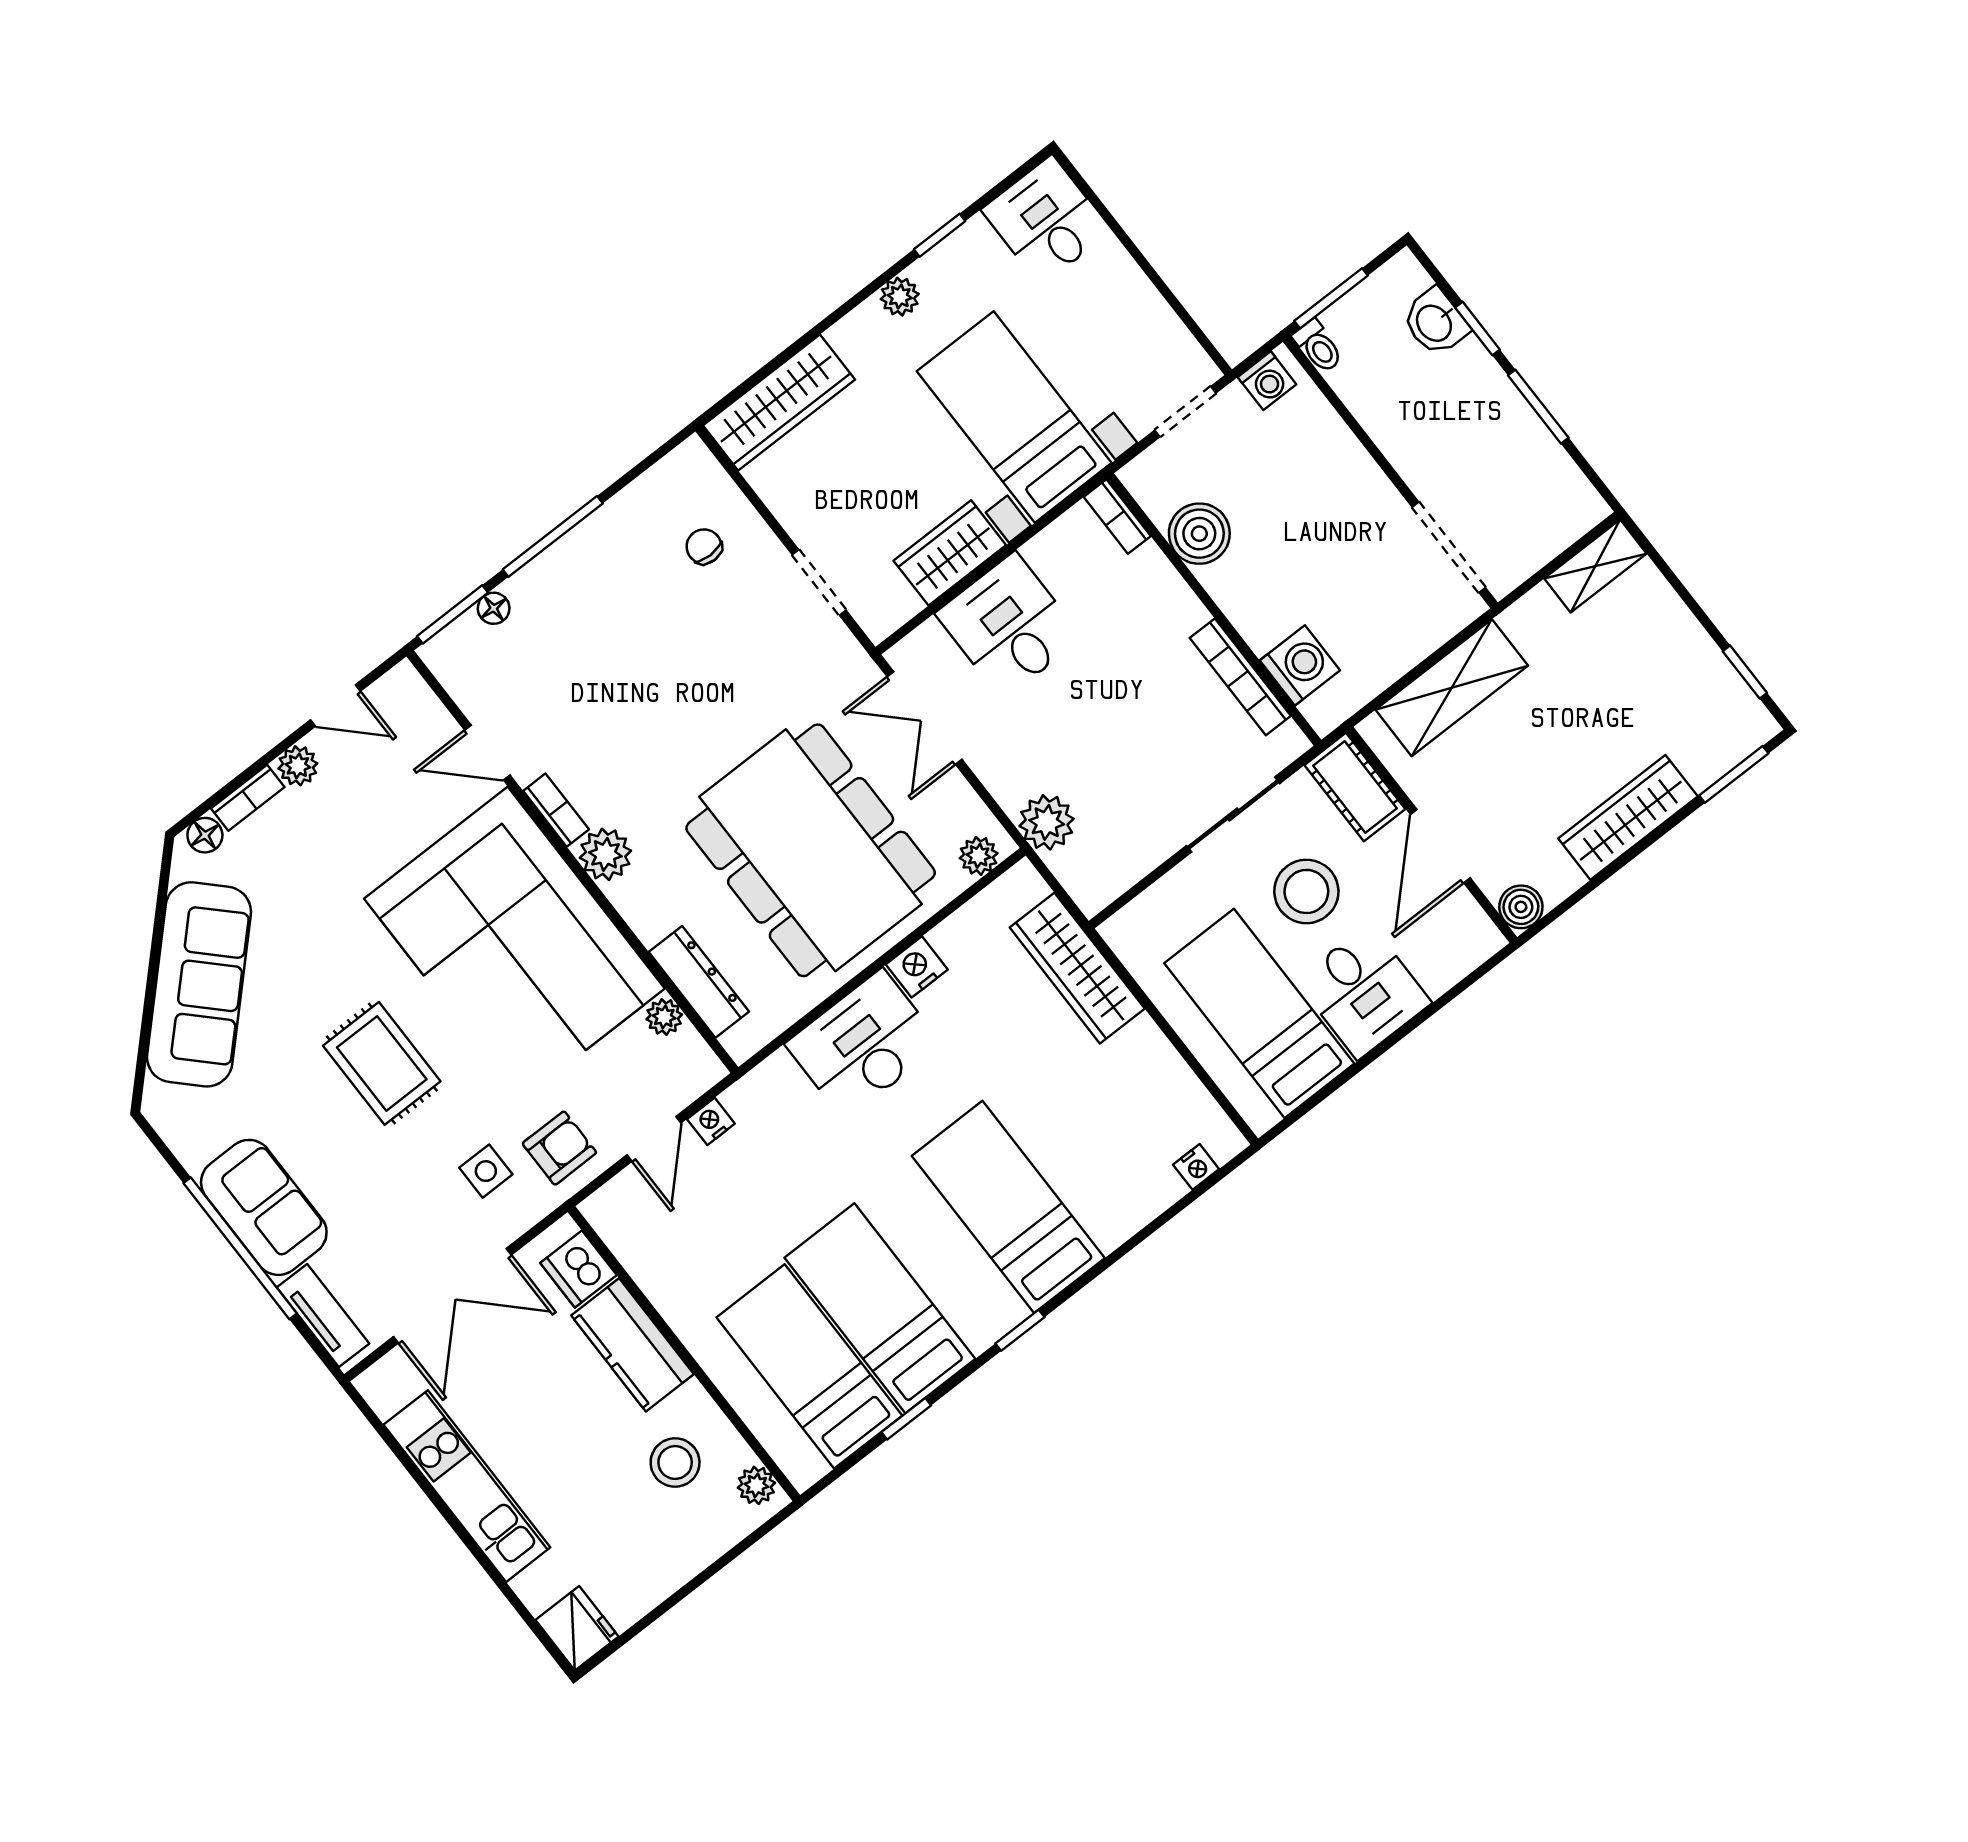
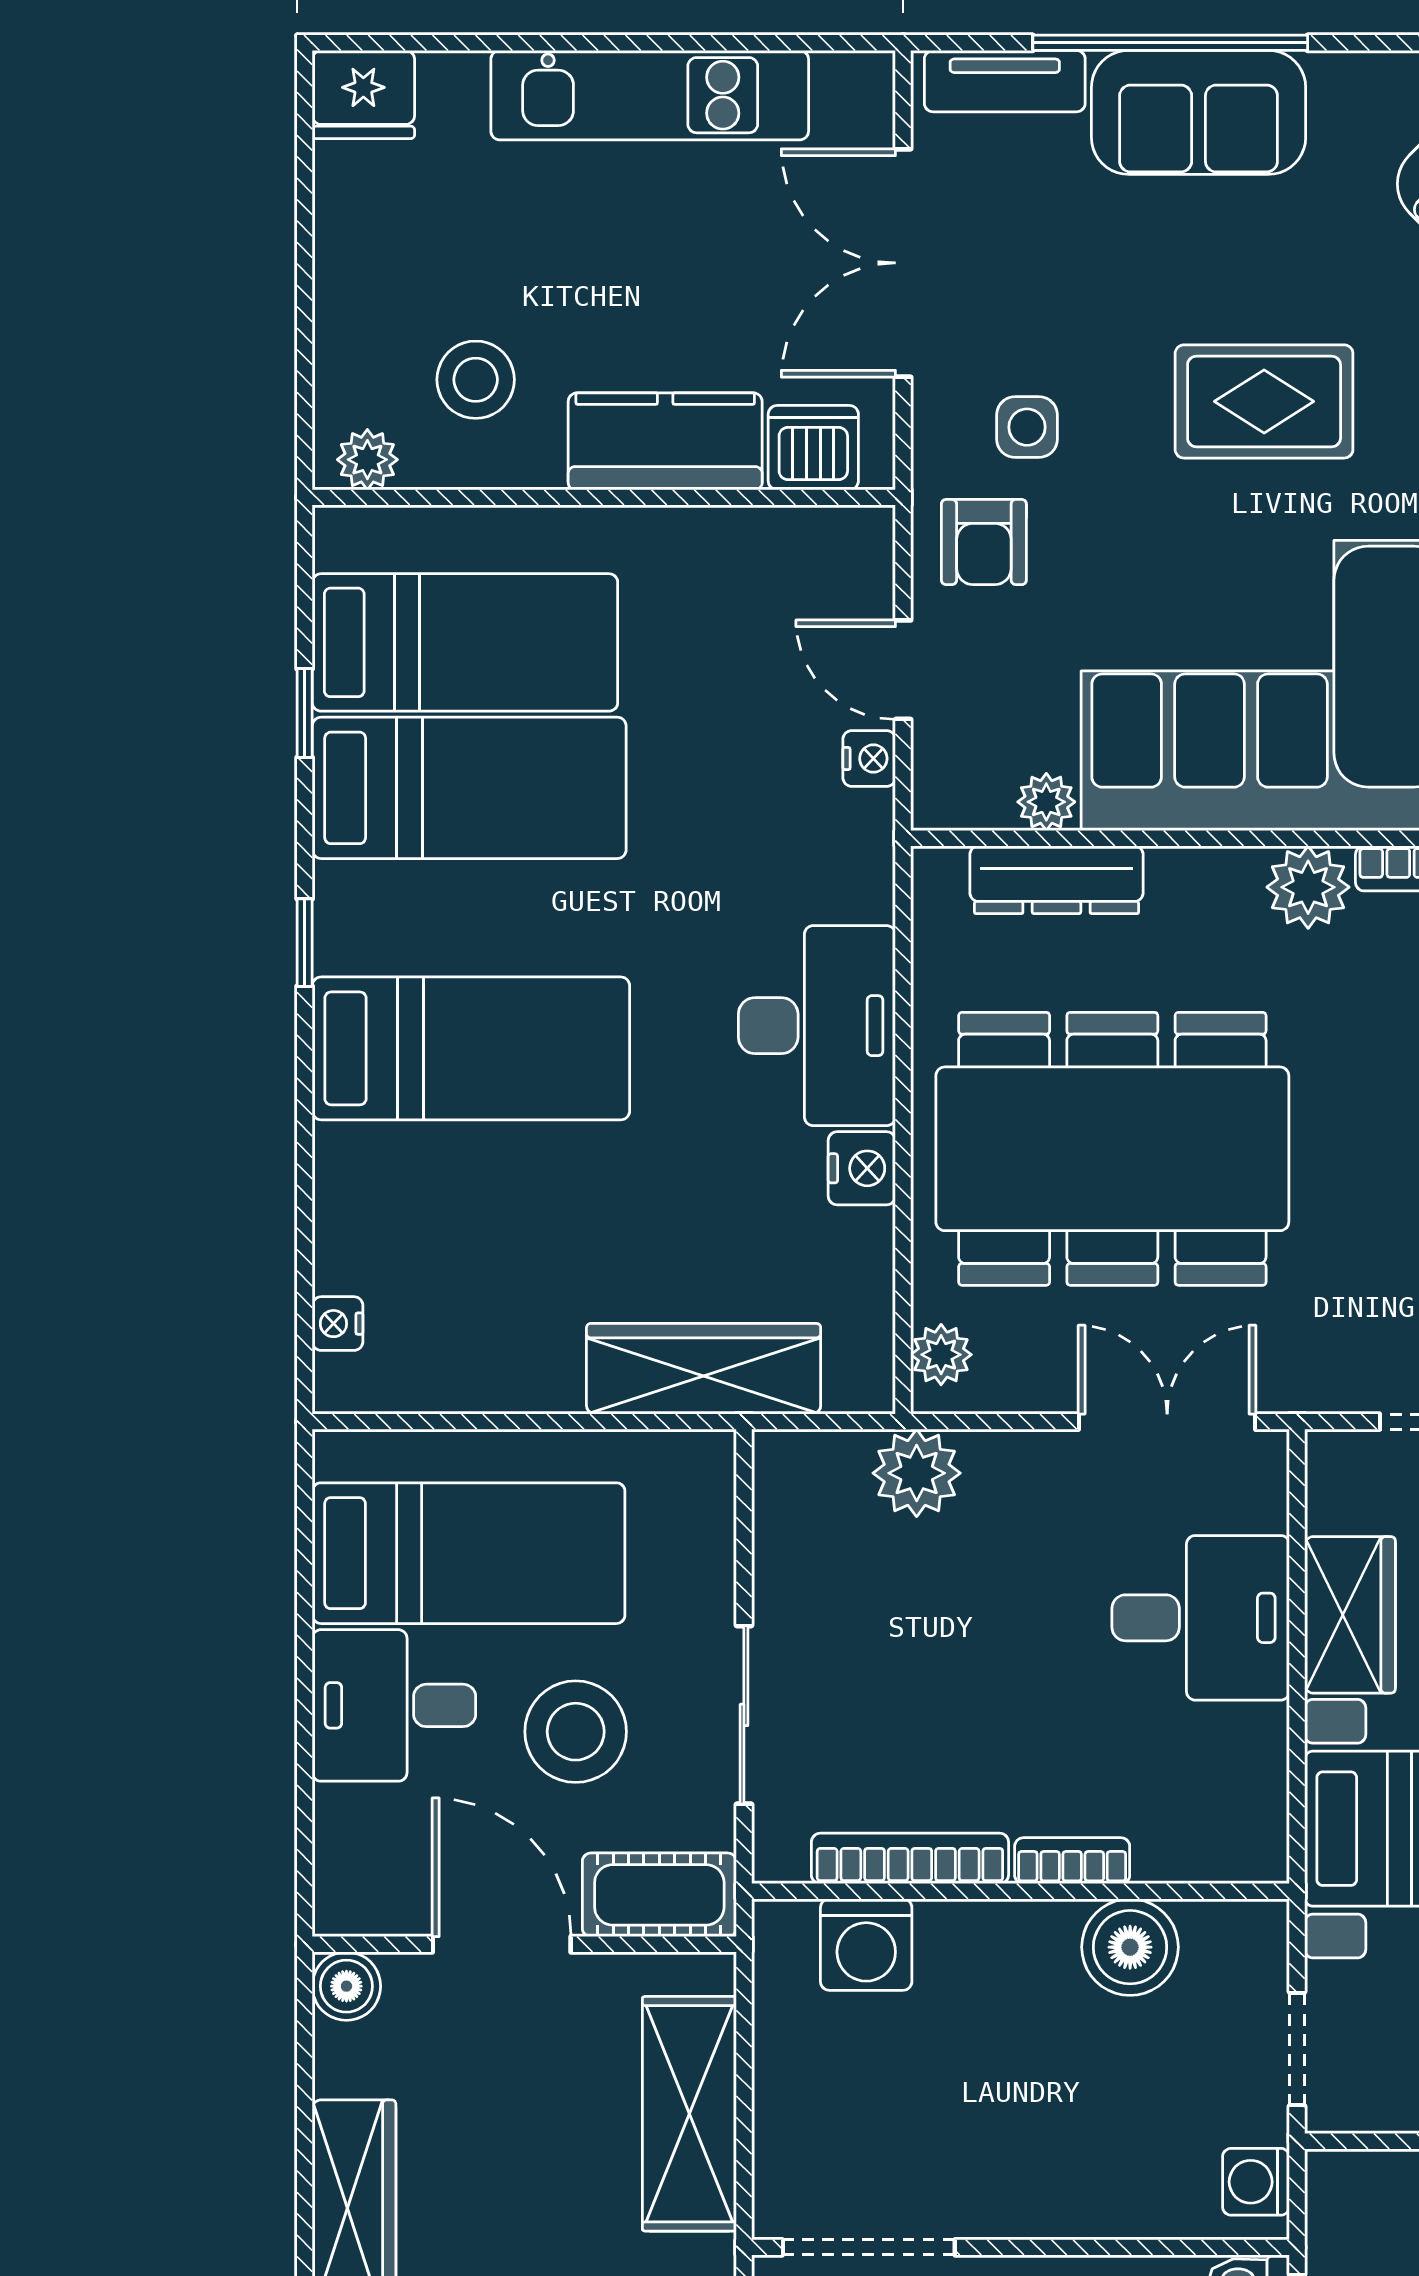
bookcase: (1117, 517) -> (1072, 1861), moved

